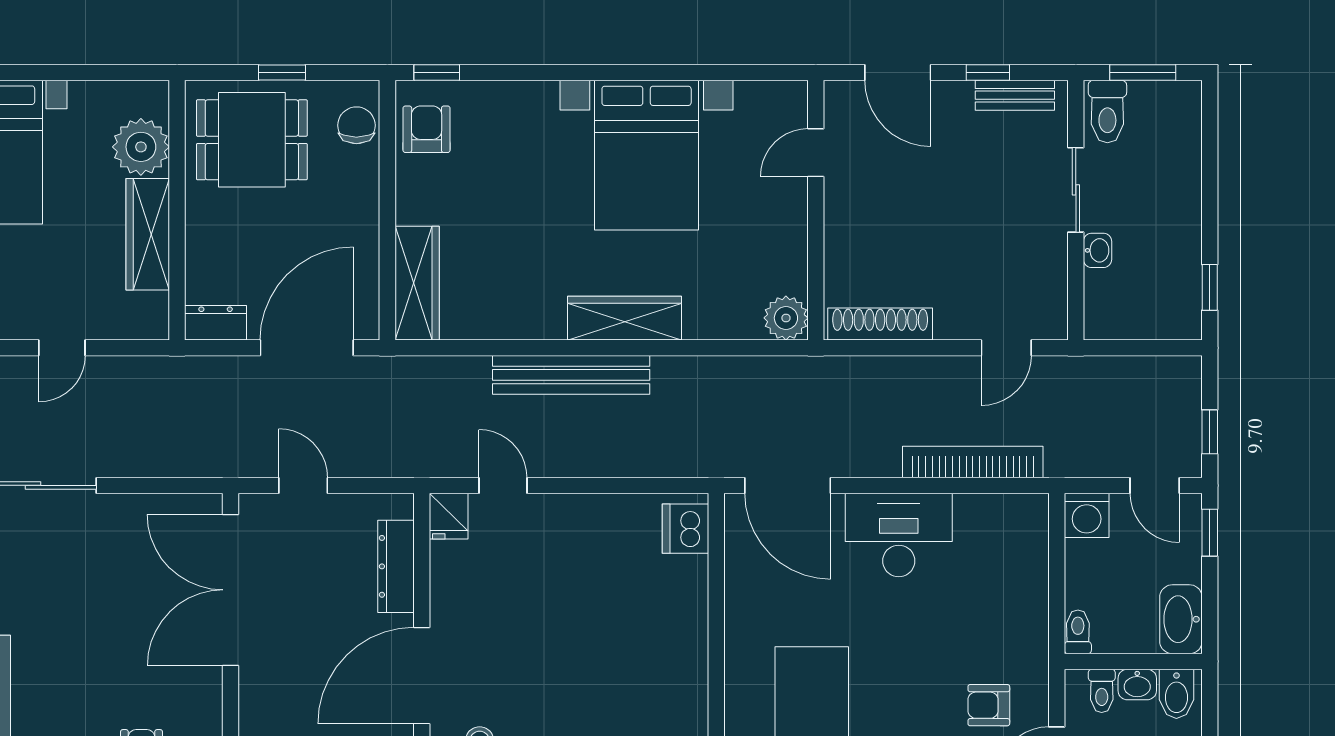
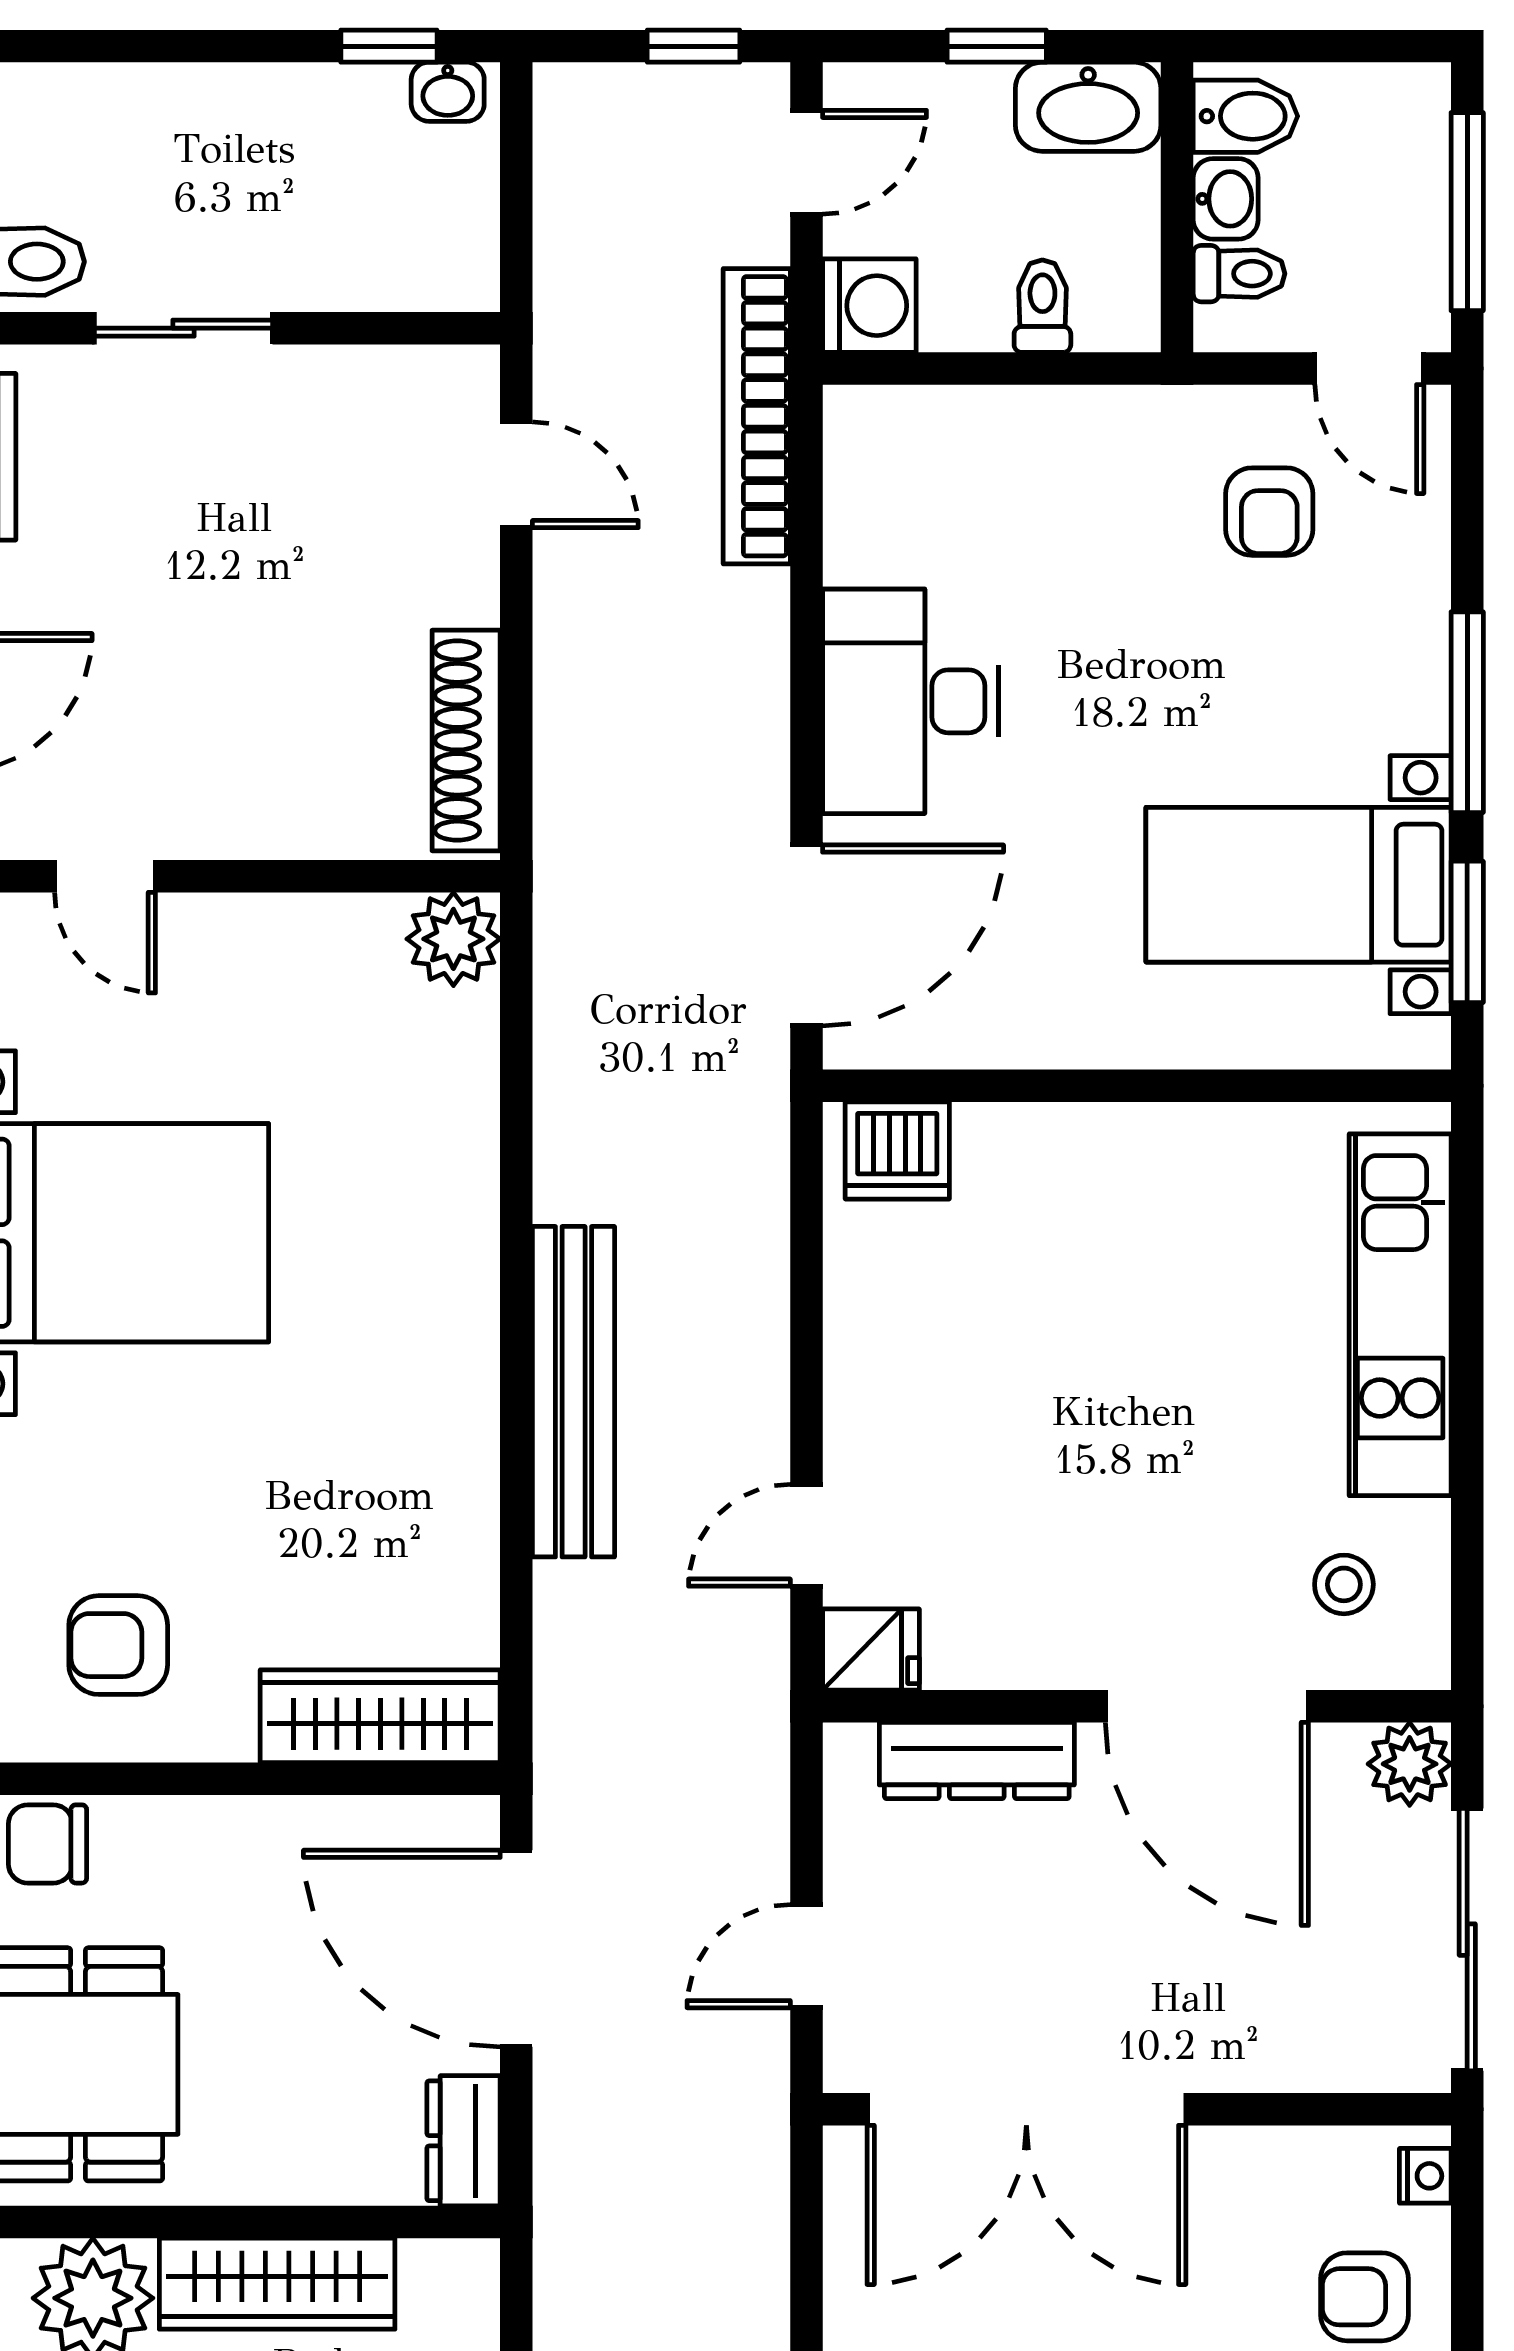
armchair: (427, 129) -> (118, 1645), moved
washbasin: (1098, 250) -> (448, 92), moved, turned 180
wardrobe: (625, 318) -> (454, 1279), removed
bookcase: (973, 462) -> (757, 416), moved
window: (1210, 533) -> (997, 46), moved
toilet: (1078, 632) -> (1042, 306), moved, turned 90

